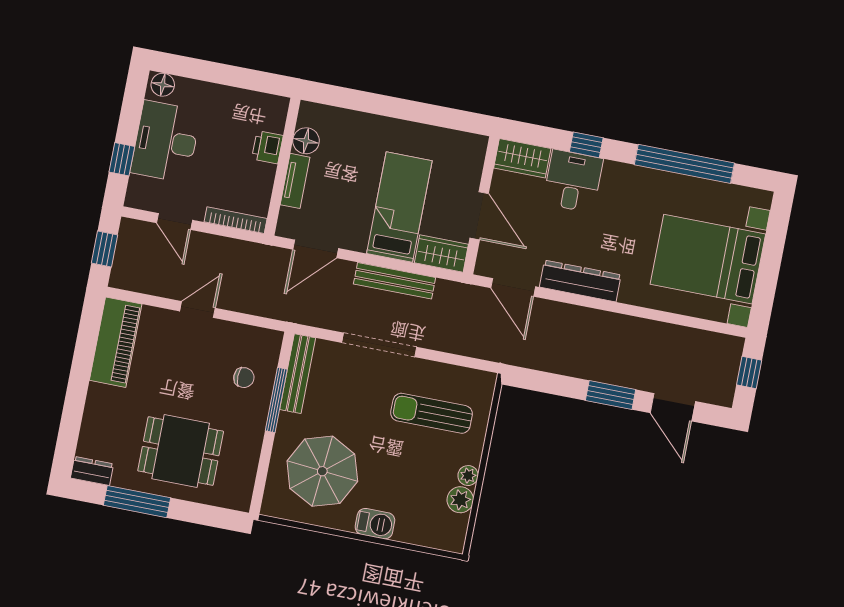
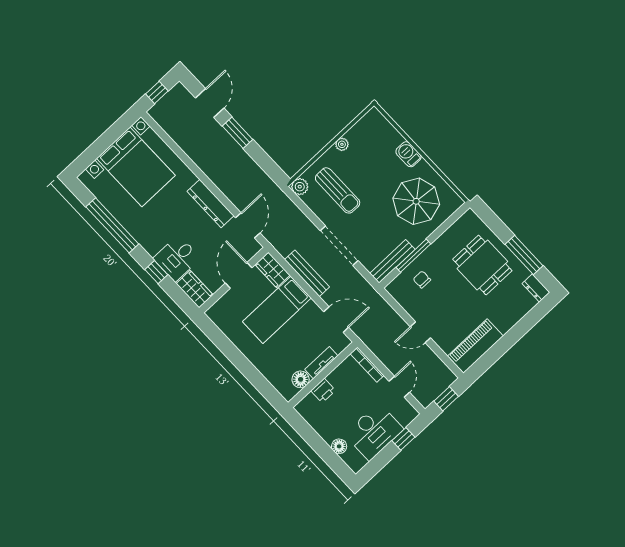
floor lamp: (163, 85) -> (339, 446), moved
plant: (460, 500) -> (300, 187), moved

